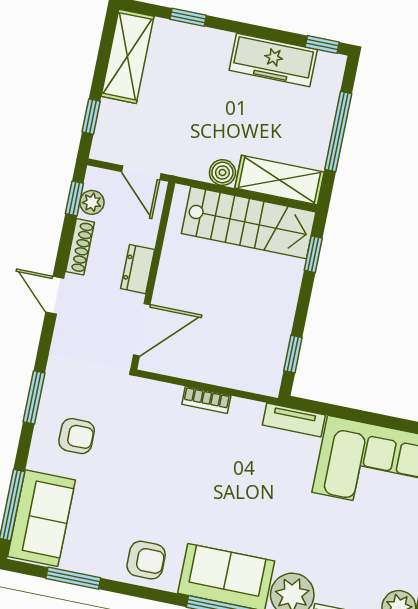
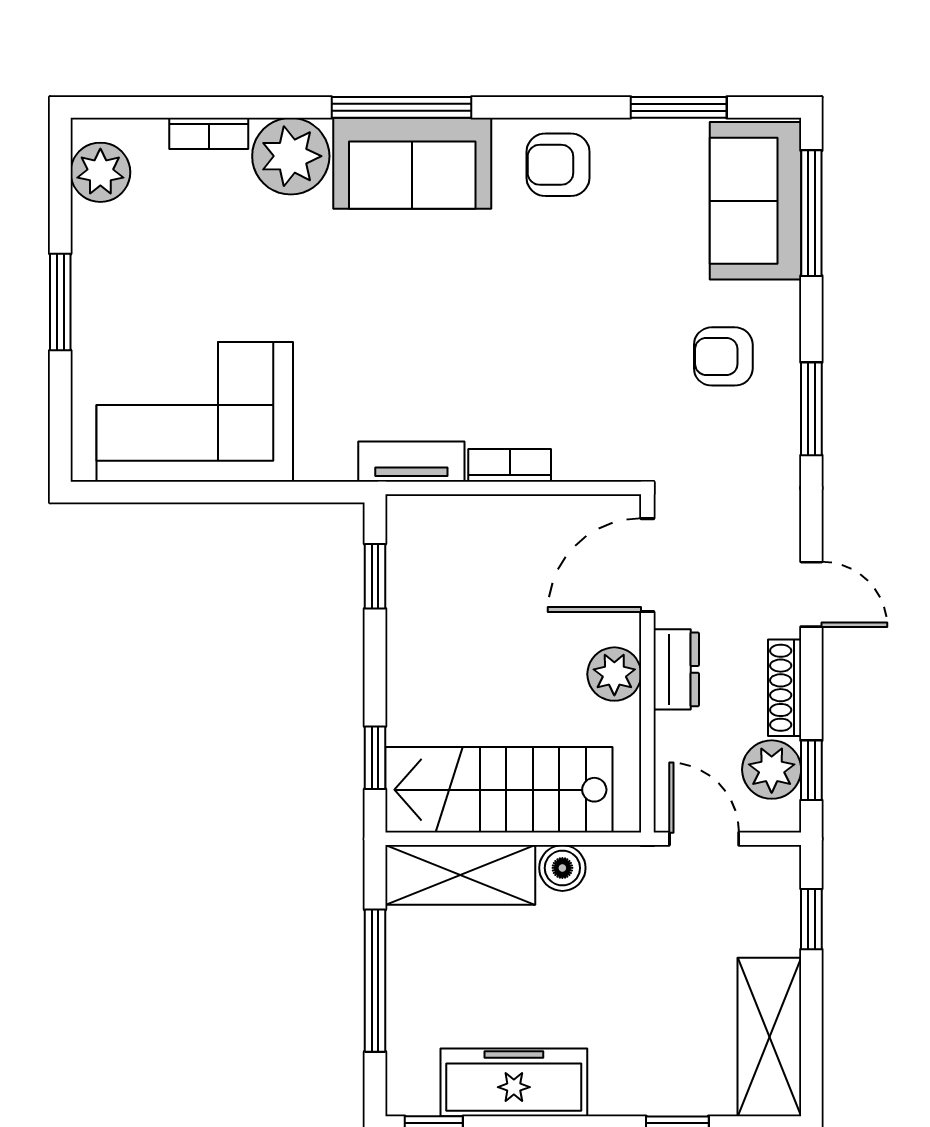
plant: (92, 202) -> (772, 770), width x1.38, depth x1.38
plant: (172, 273) -> (614, 674), added
tv unit: (294, 420) -> (411, 462), moved

